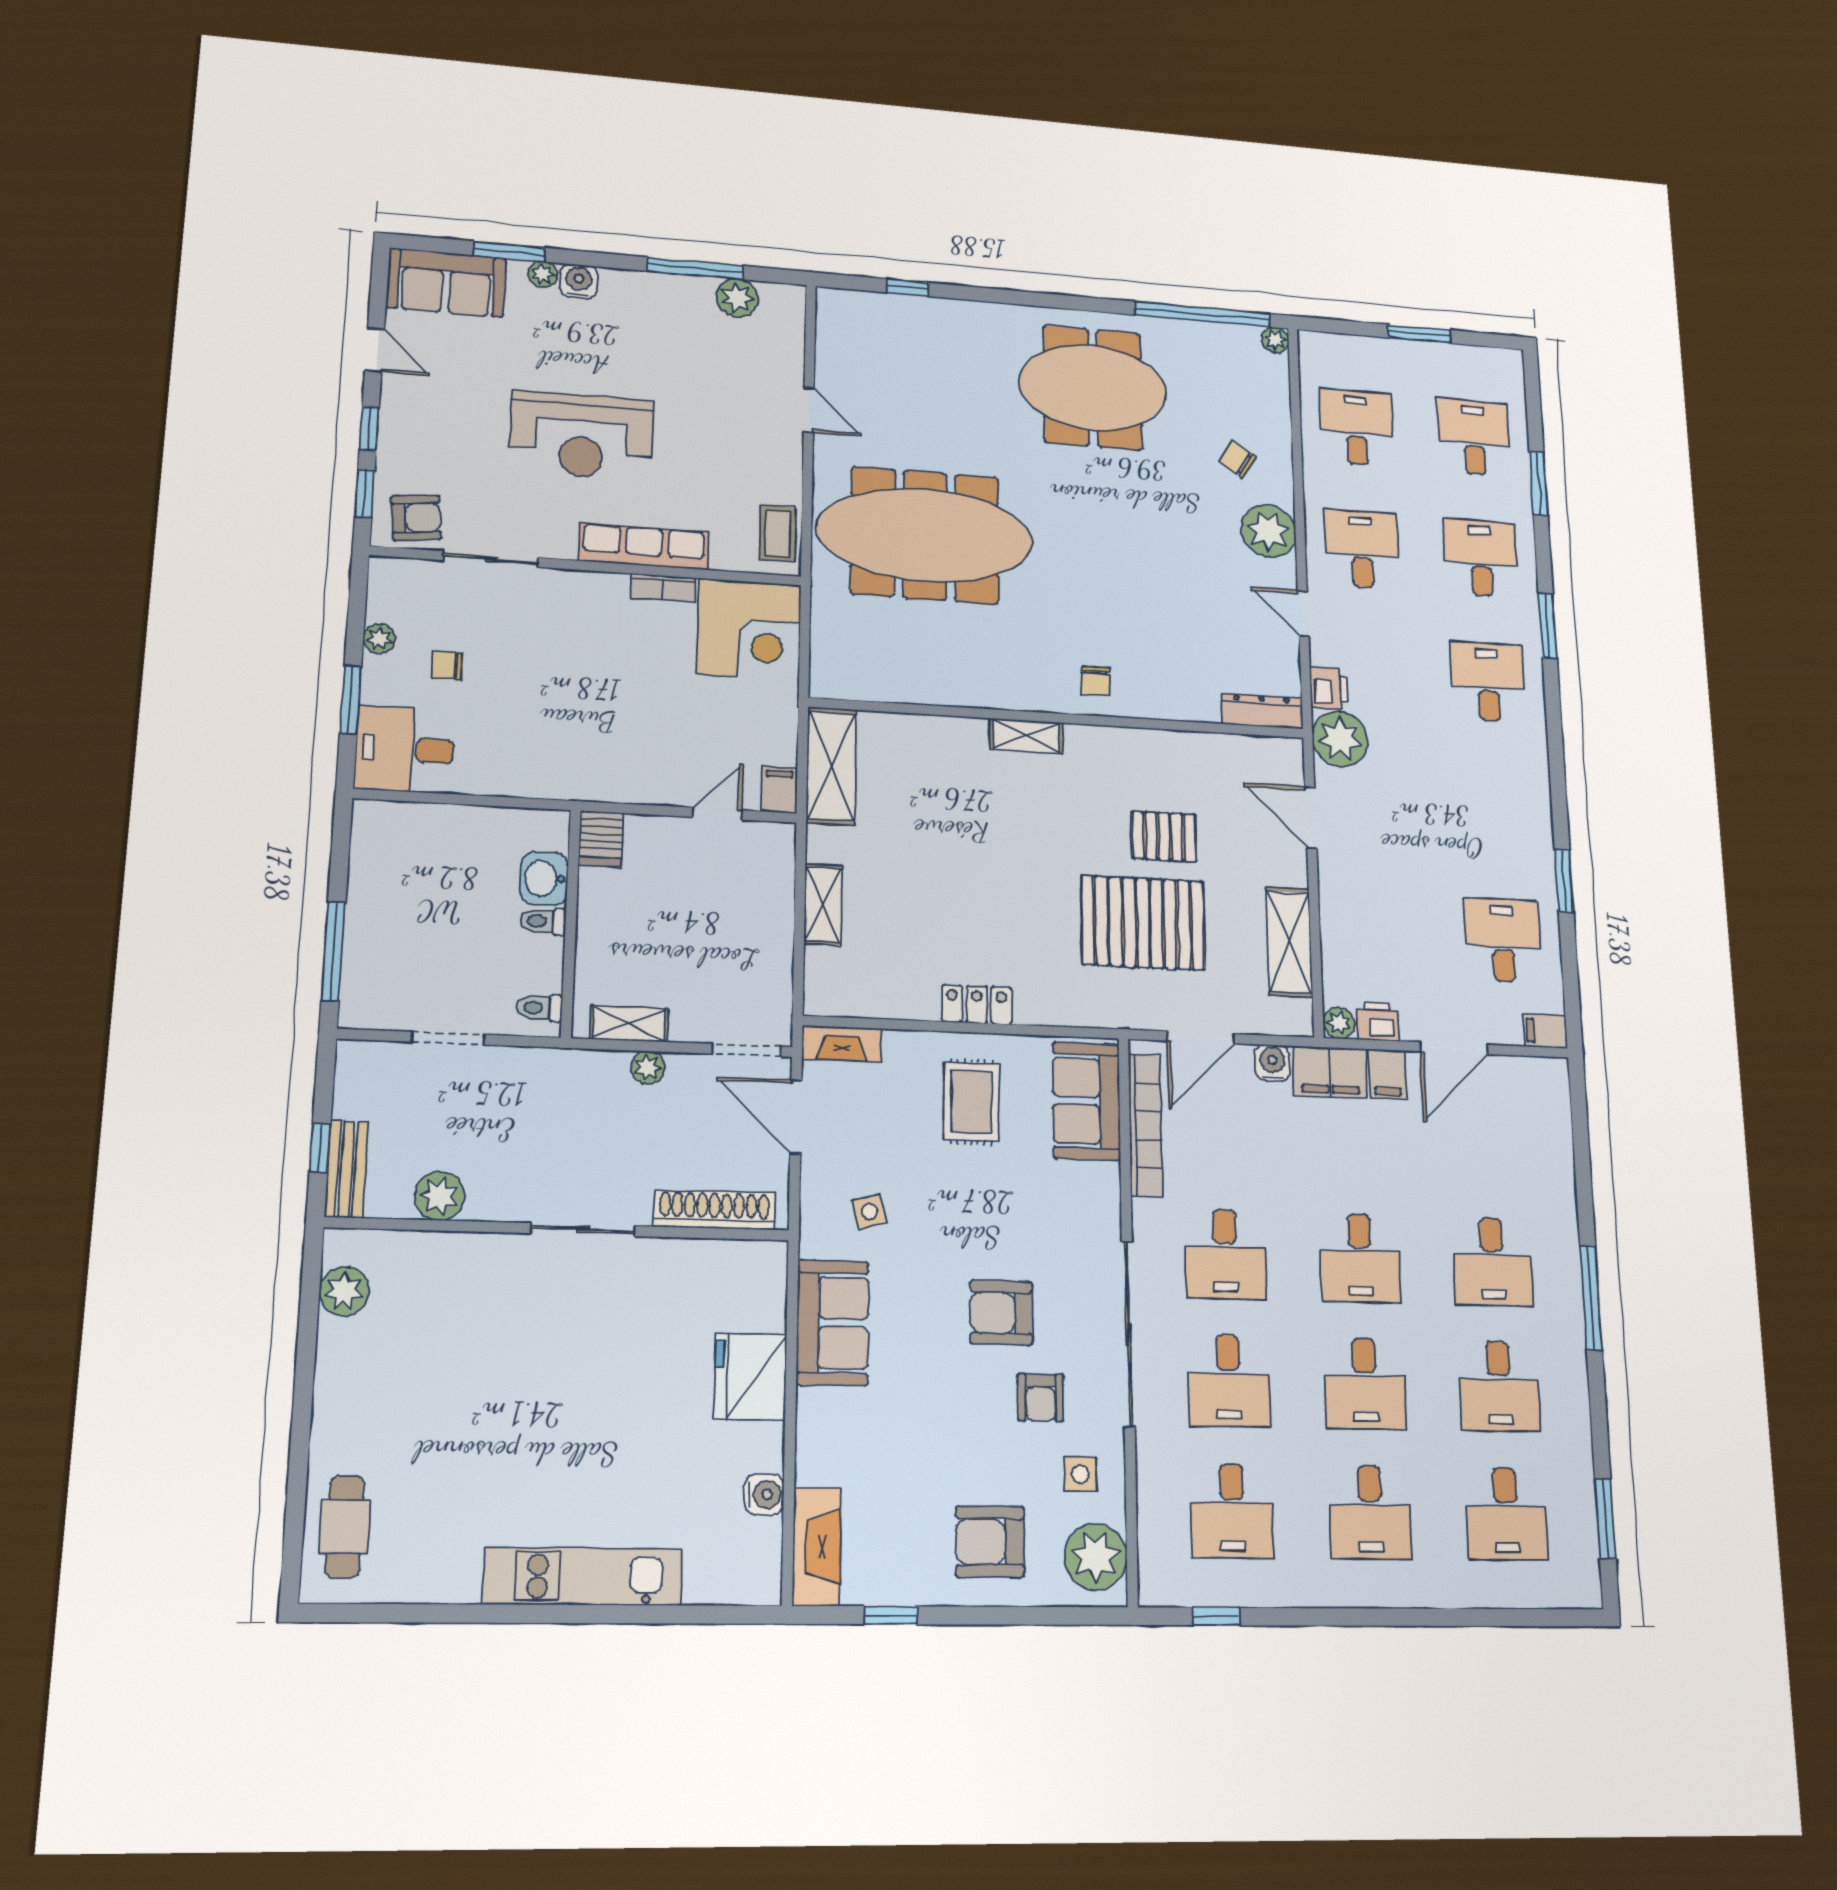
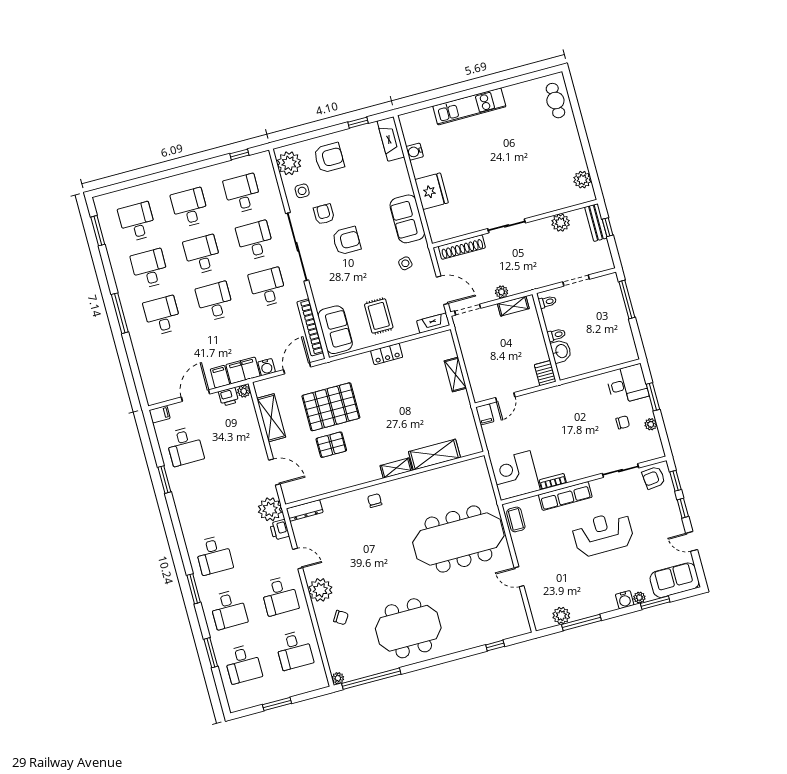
shelving: (831, 766) -> (434, 455), moved, turned 90

